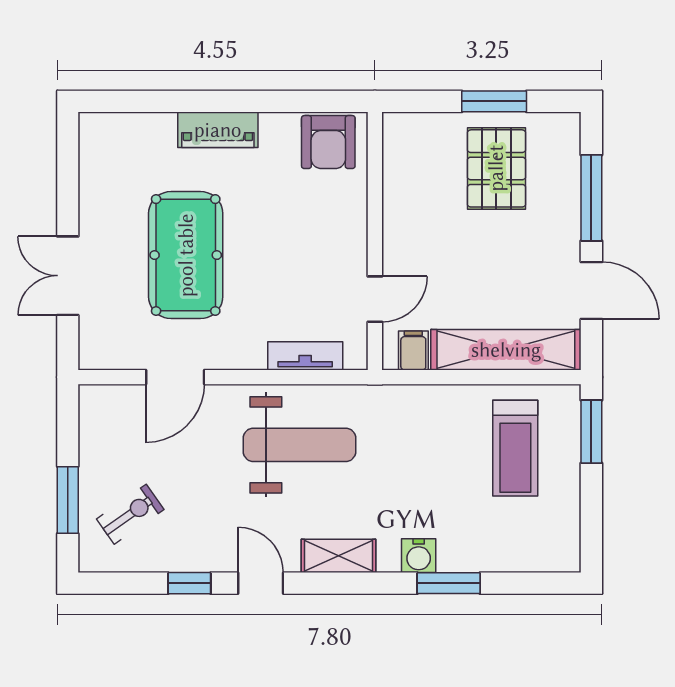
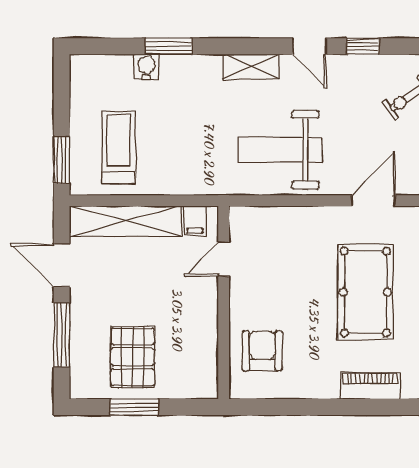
piano: (218, 130) -> (370, 386), moved
armchair: (328, 142) -> (262, 351), moved
tv unit: (305, 356) -> (276, 216), removed
water cooler: (419, 556) -> (146, 67), moved

